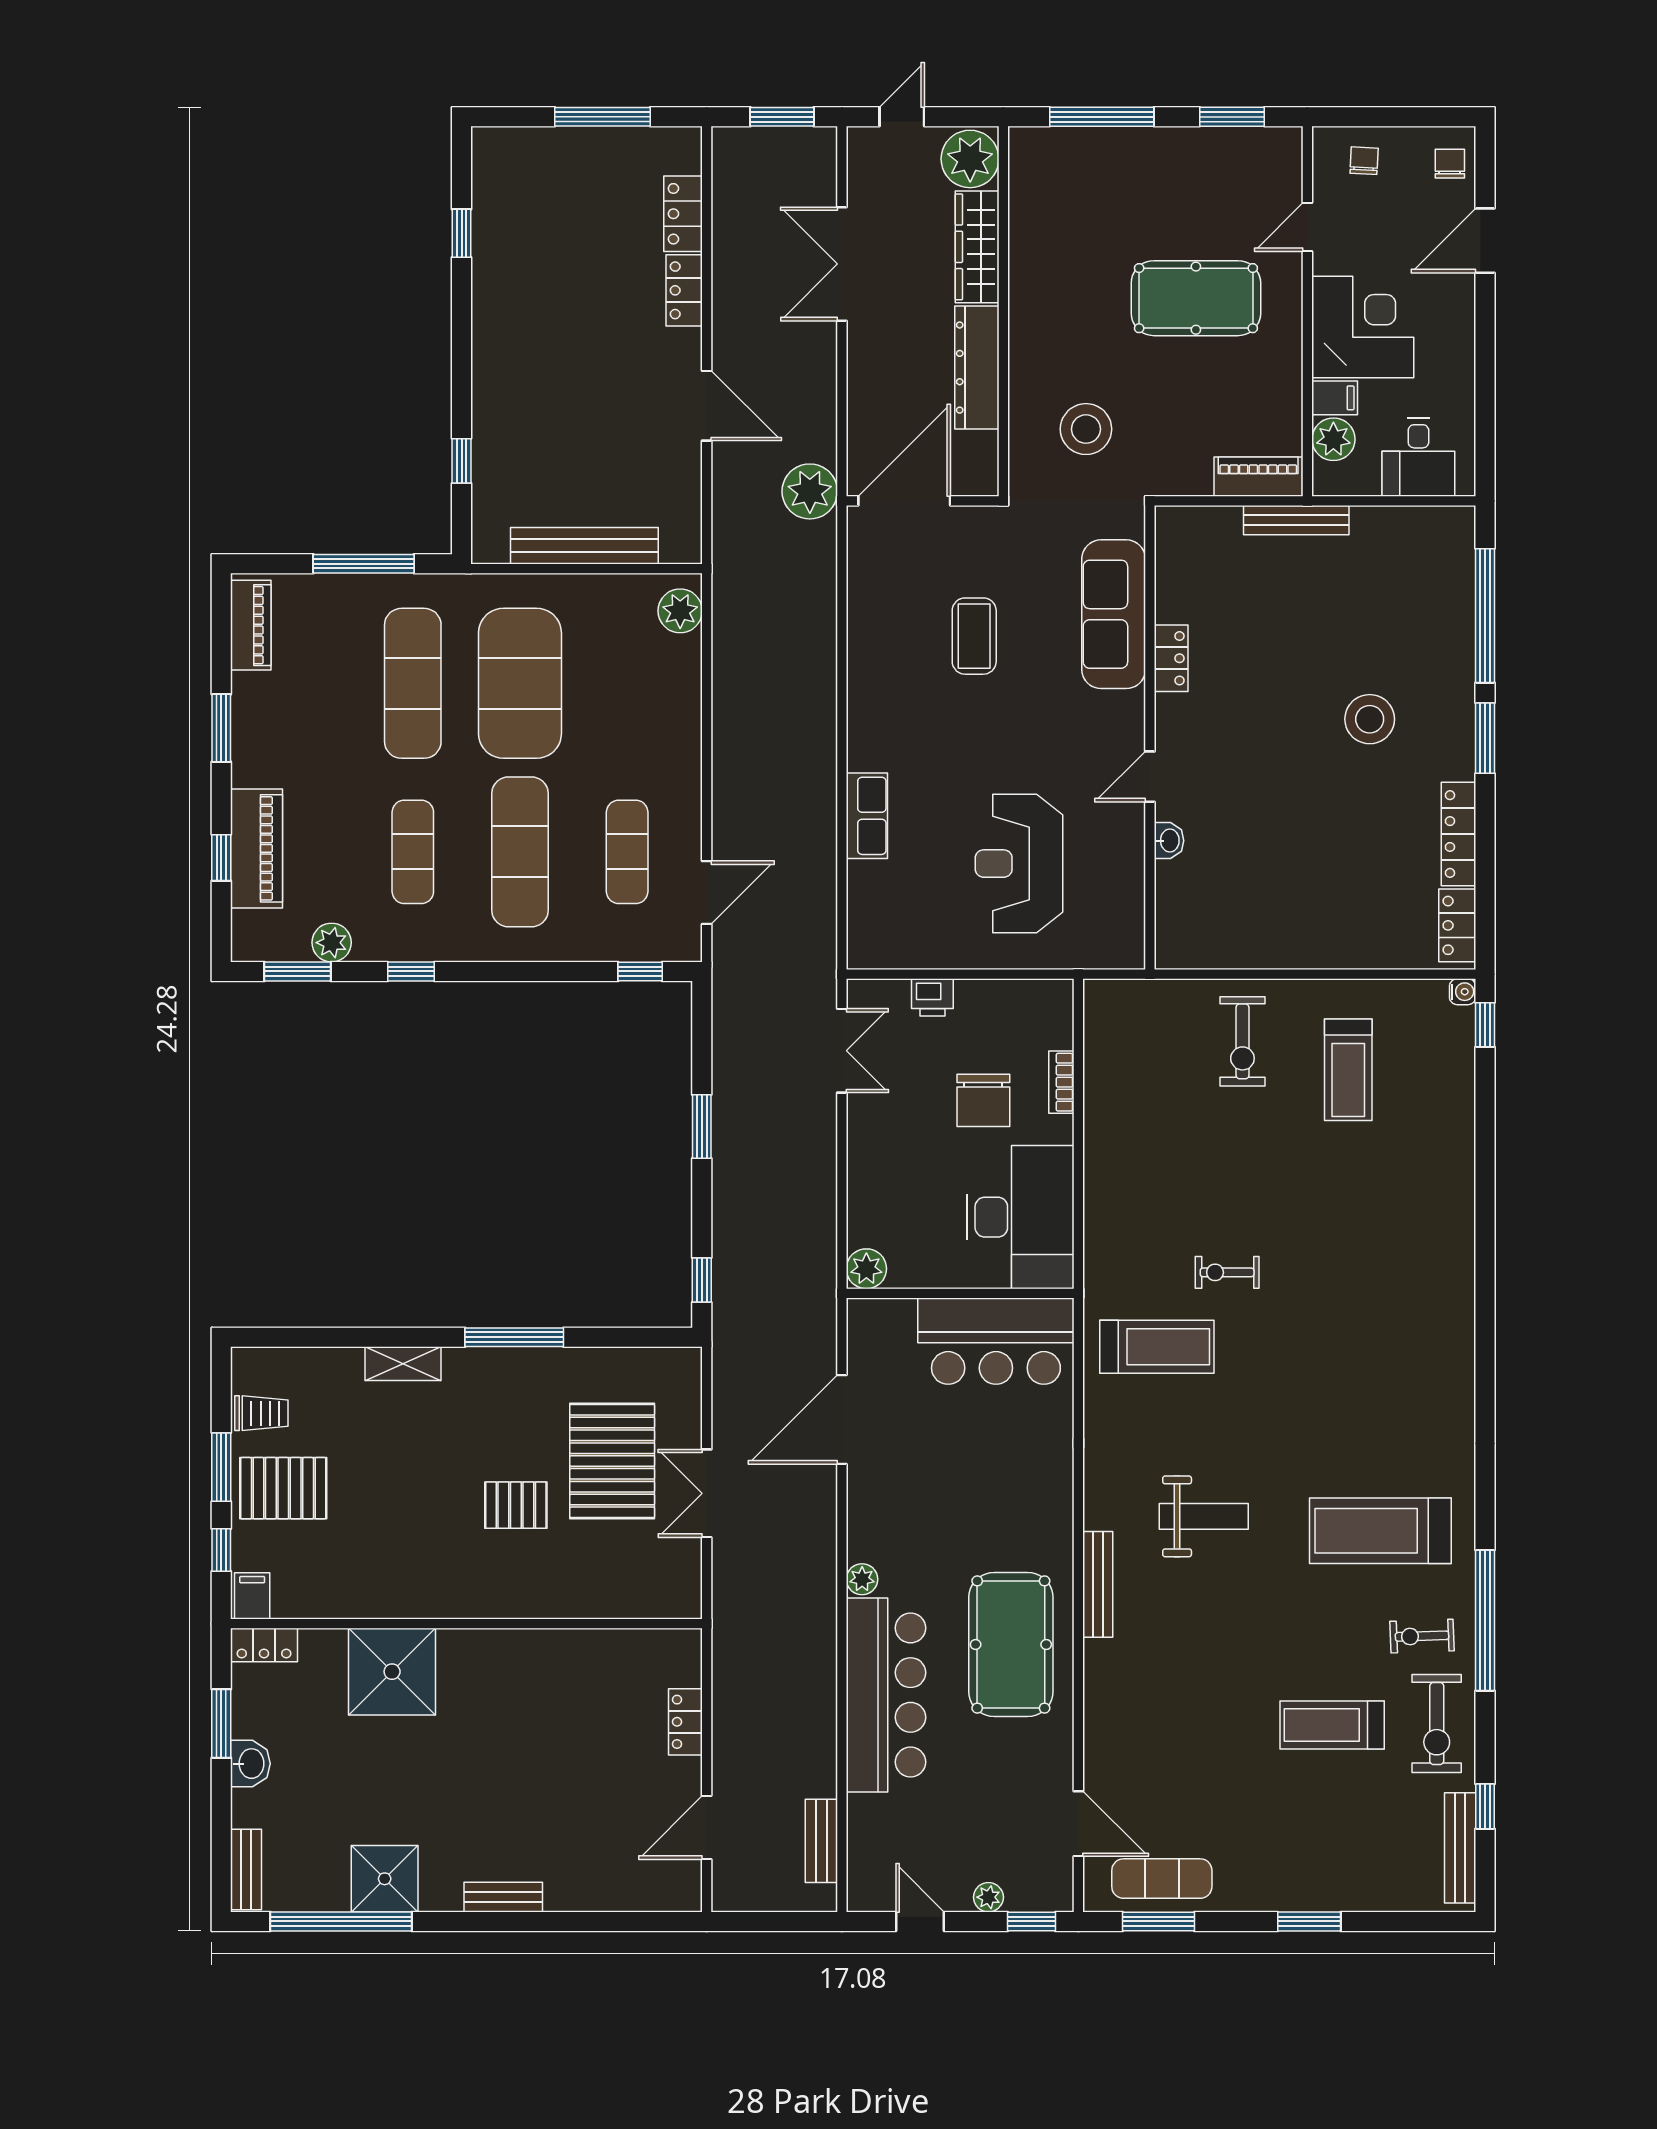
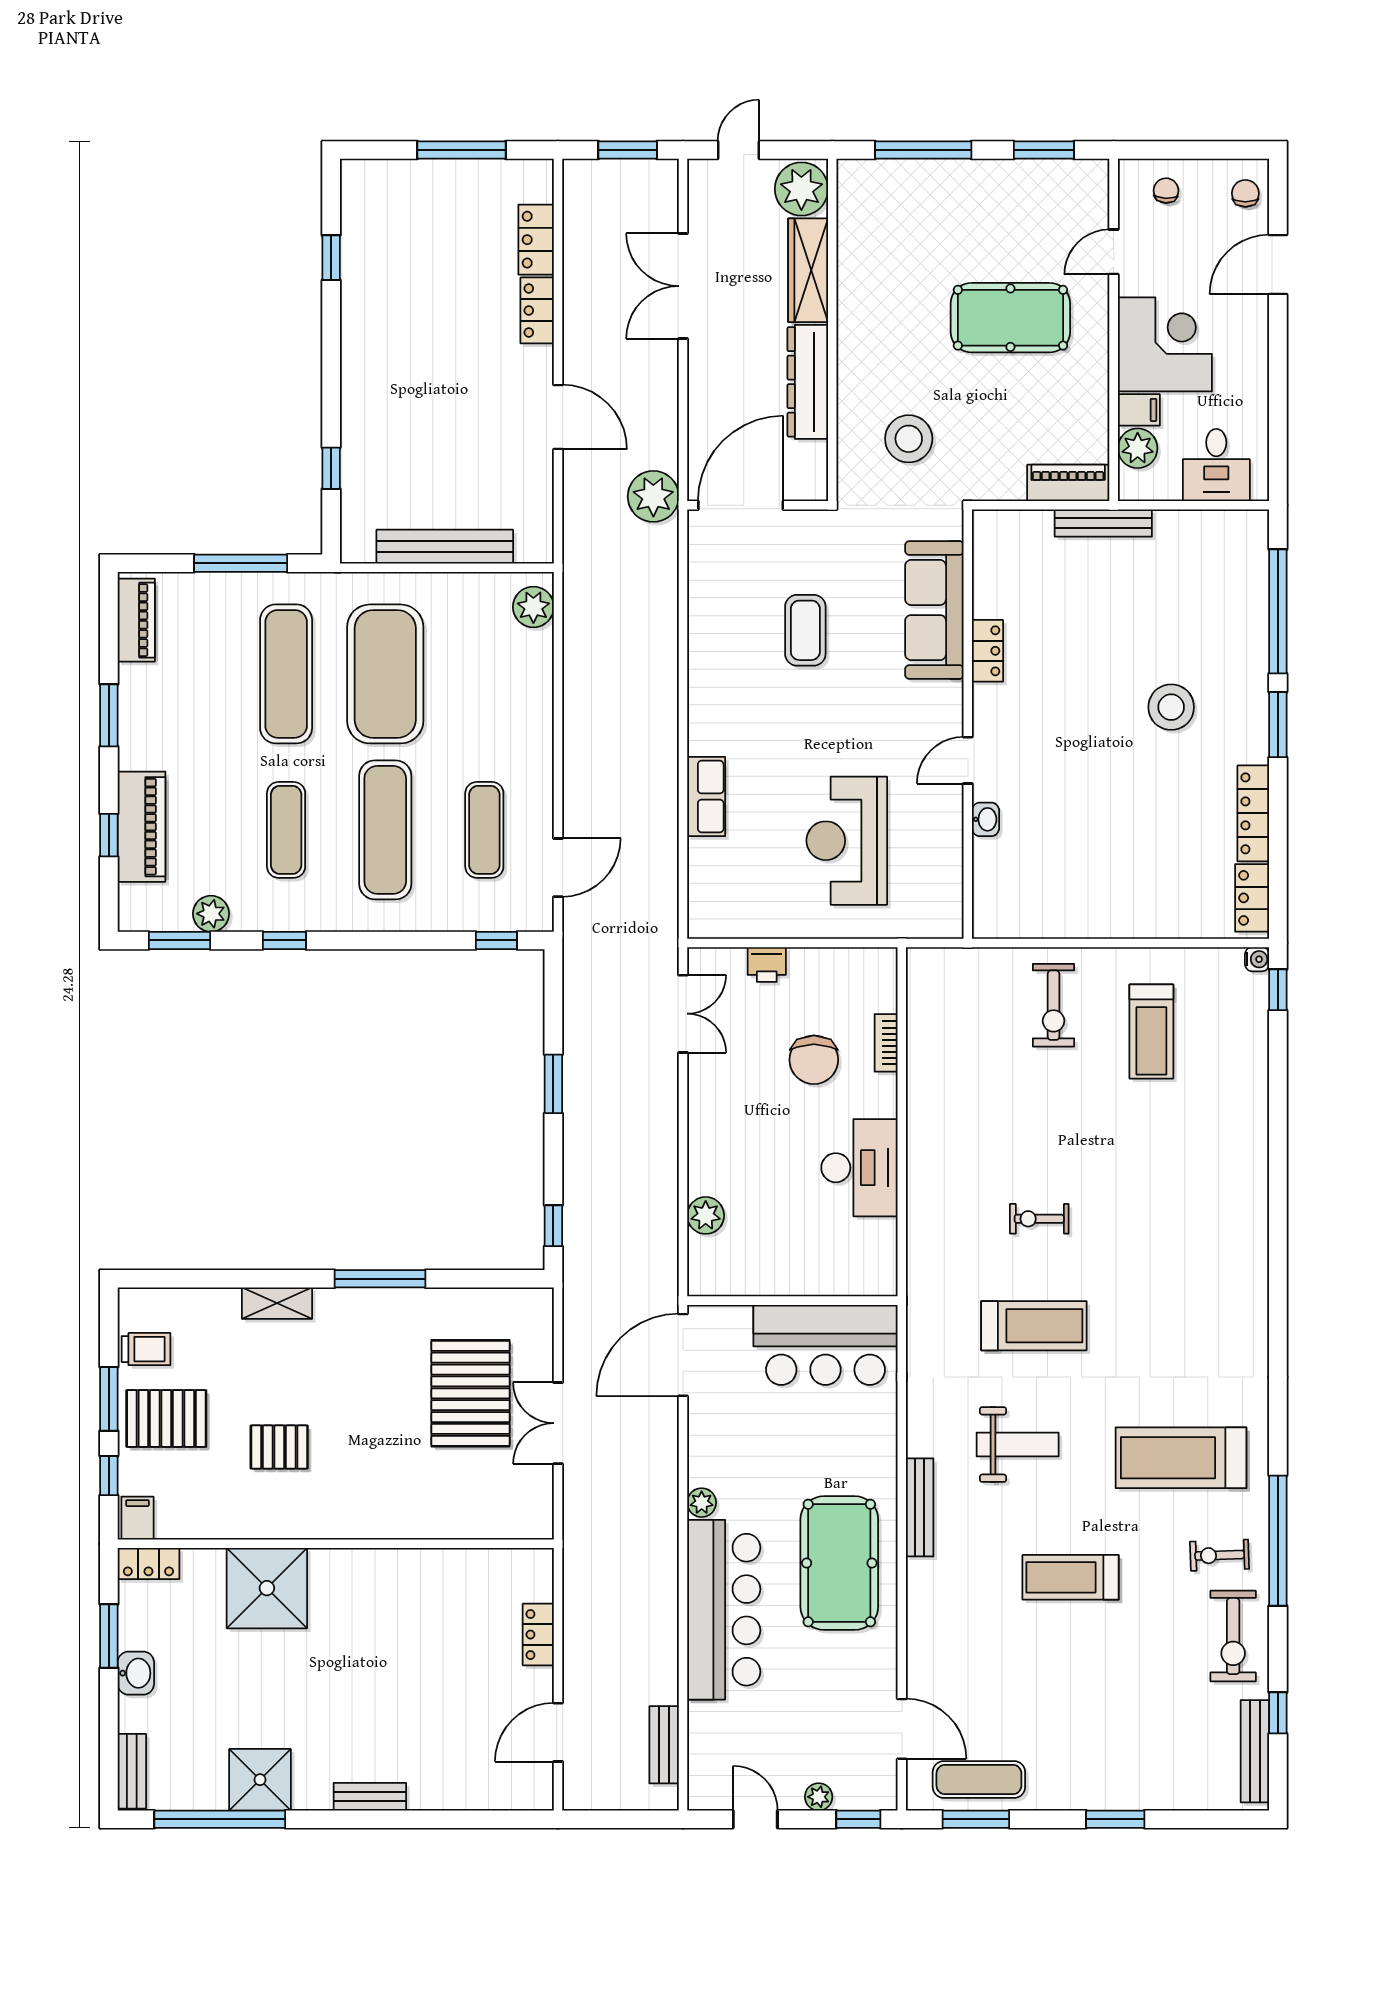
desk: (1020, 1217) -> (859, 1168), width x0.73, depth x0.77
wall: (960, 1293) -> (792, 1301), moved
bar counter: (996, 1341) -> (825, 1345), moved
treadmill: (1157, 1347) -> (1034, 1326), moved
pallet: (516, 1505) -> (279, 1447), moved
treadmill: (1332, 1725) -> (1071, 1577), moved

